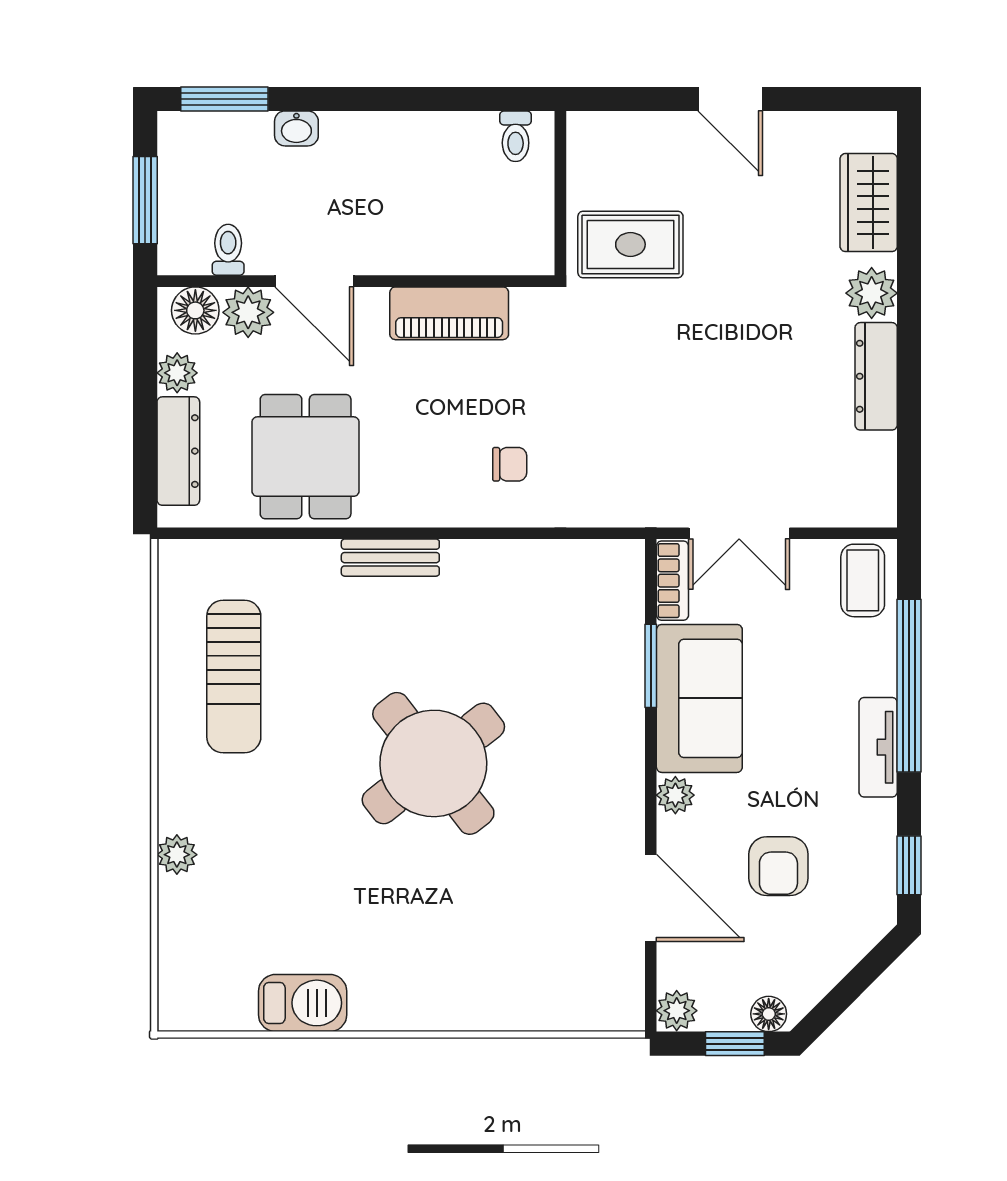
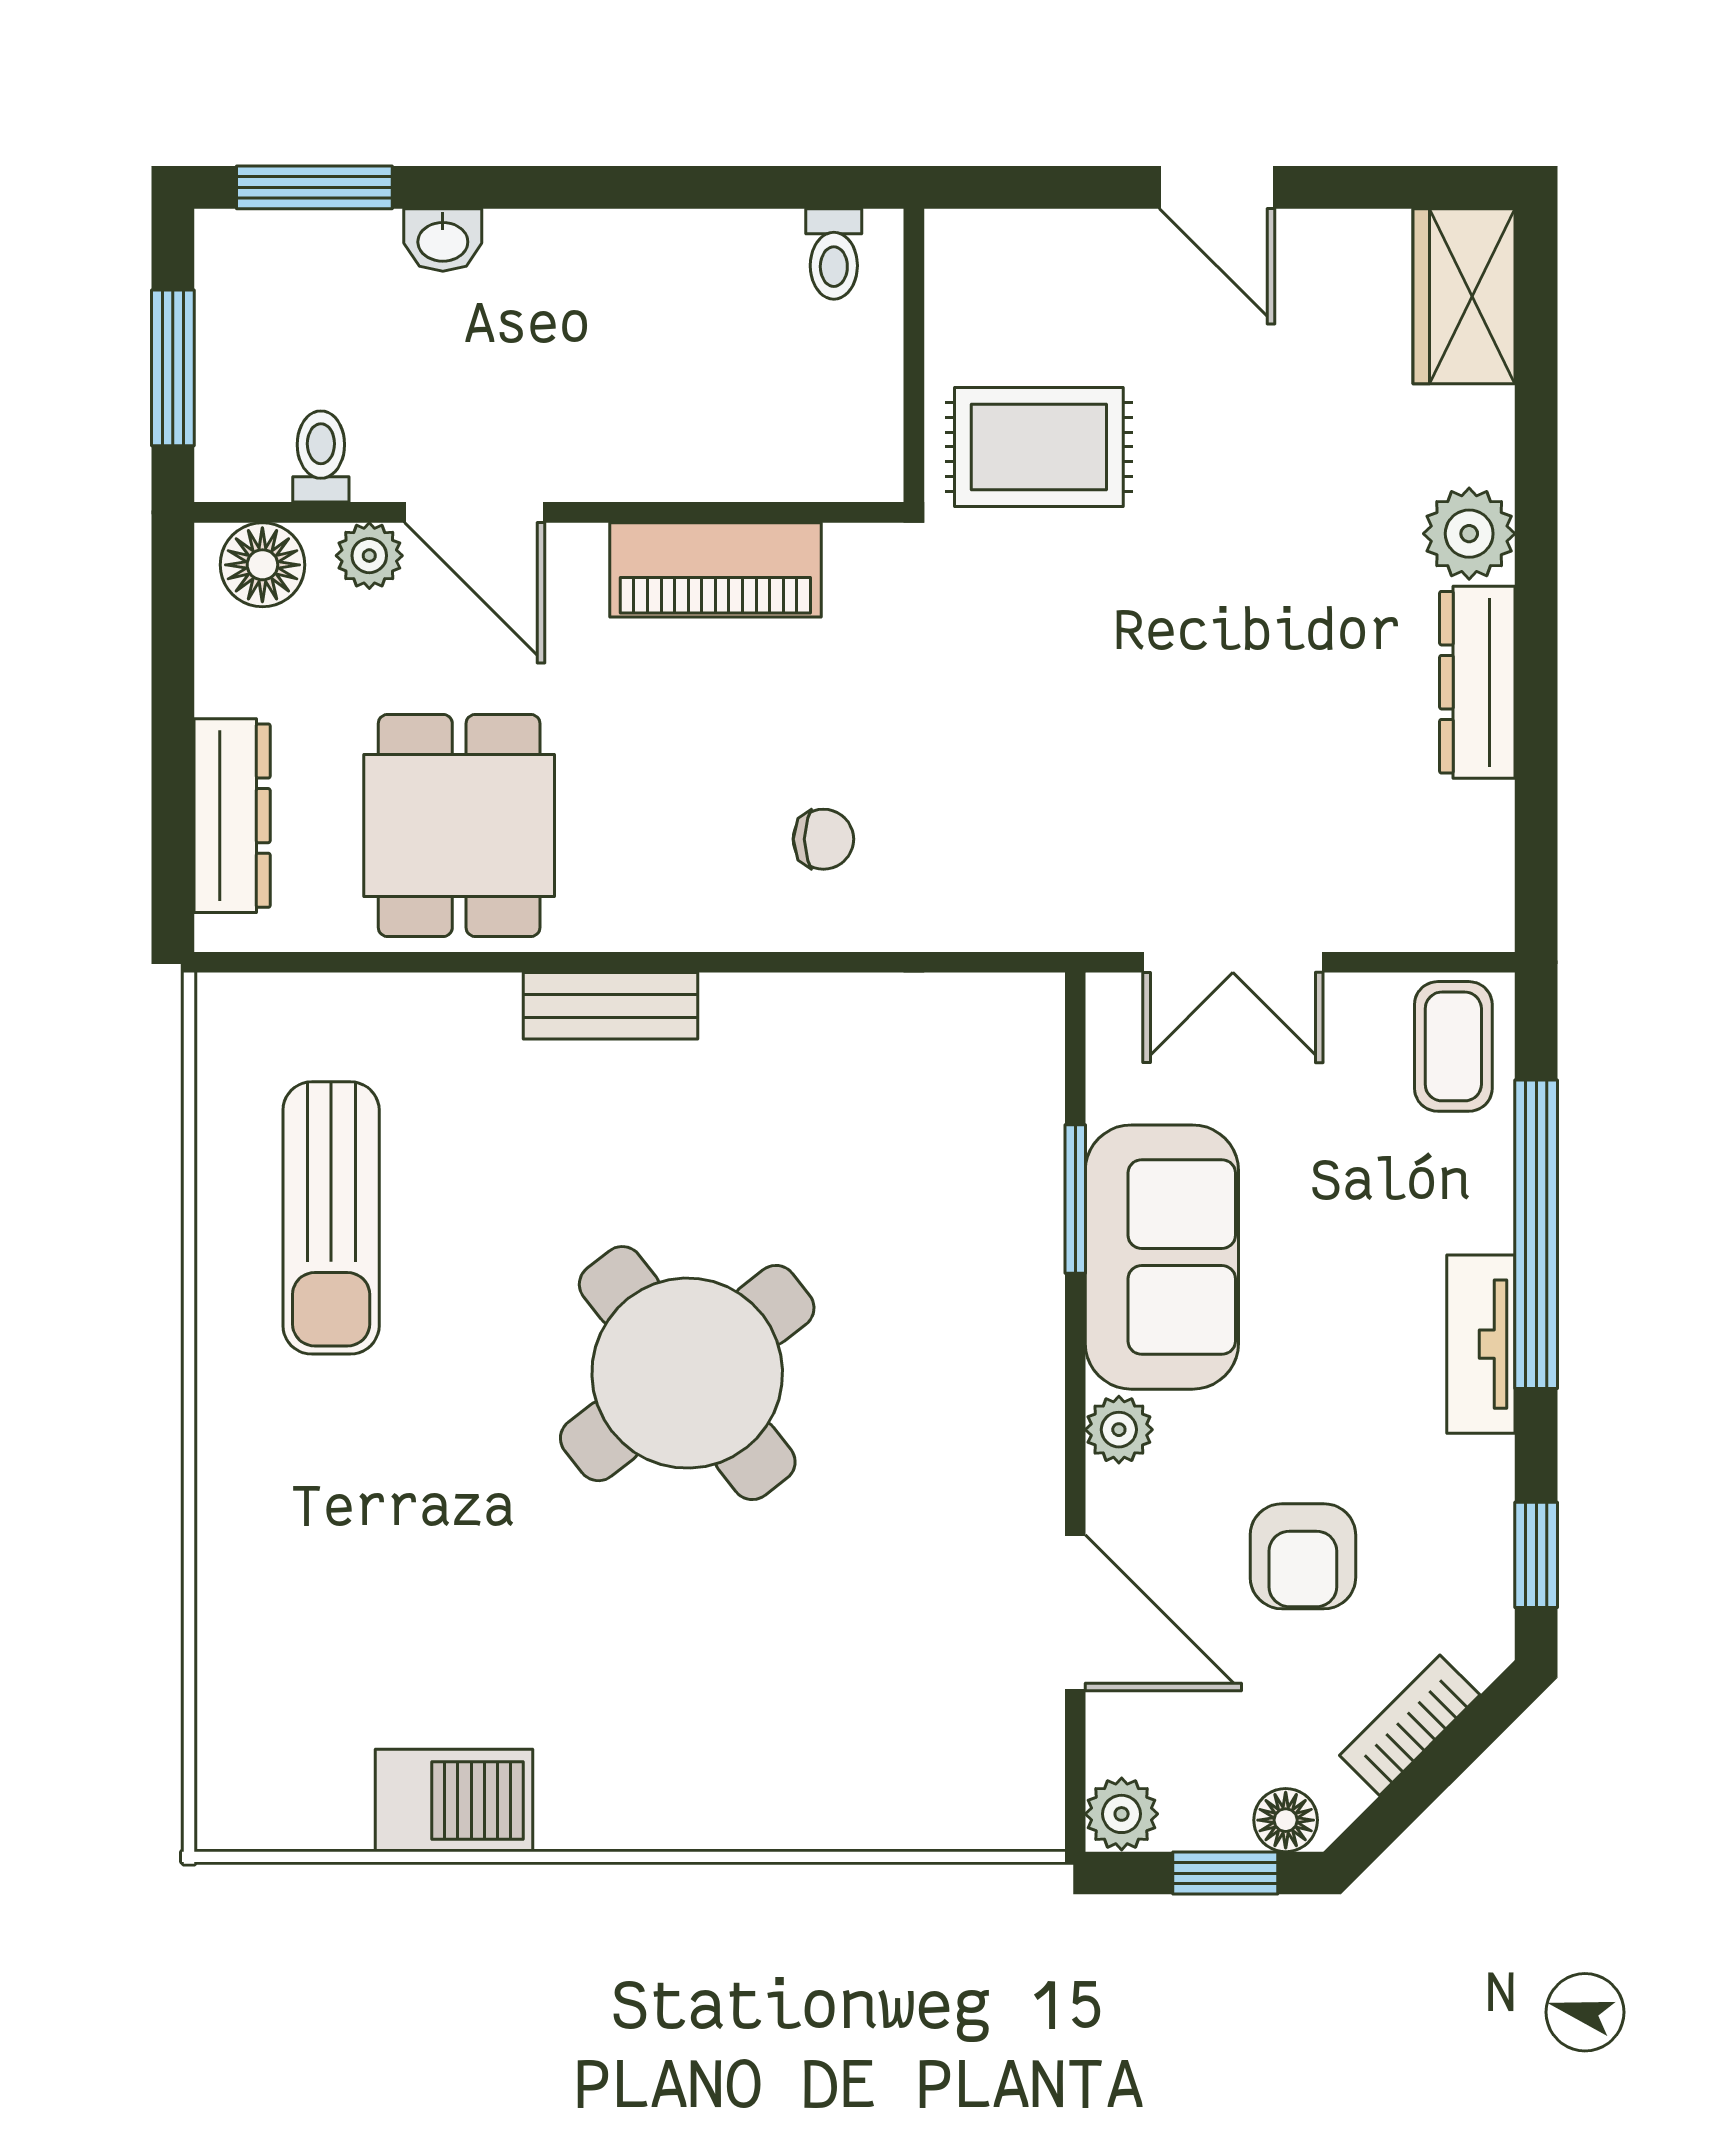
wardrobe: (869, 203) -> (1464, 296), moved
plant: (248, 312) -> (369, 556), width x0.73, depth x0.73
plant: (177, 373) -> (230, 676), removed
bookcase: (672, 581) -> (1410, 1725), moved, turned -135
plant: (177, 855) -> (230, 1536), removed

